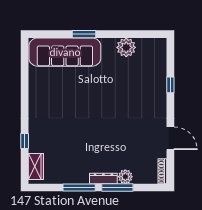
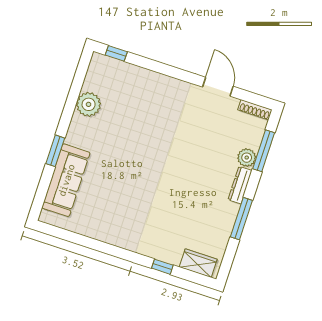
sofa: (65, 52) -> (66, 180), width x0.74, depth x0.79
window: (170, 85) -> (116, 53), moved
door: (170, 138) -> (218, 87), hinge flipped
window: (117, 187) -> (264, 151), moved

